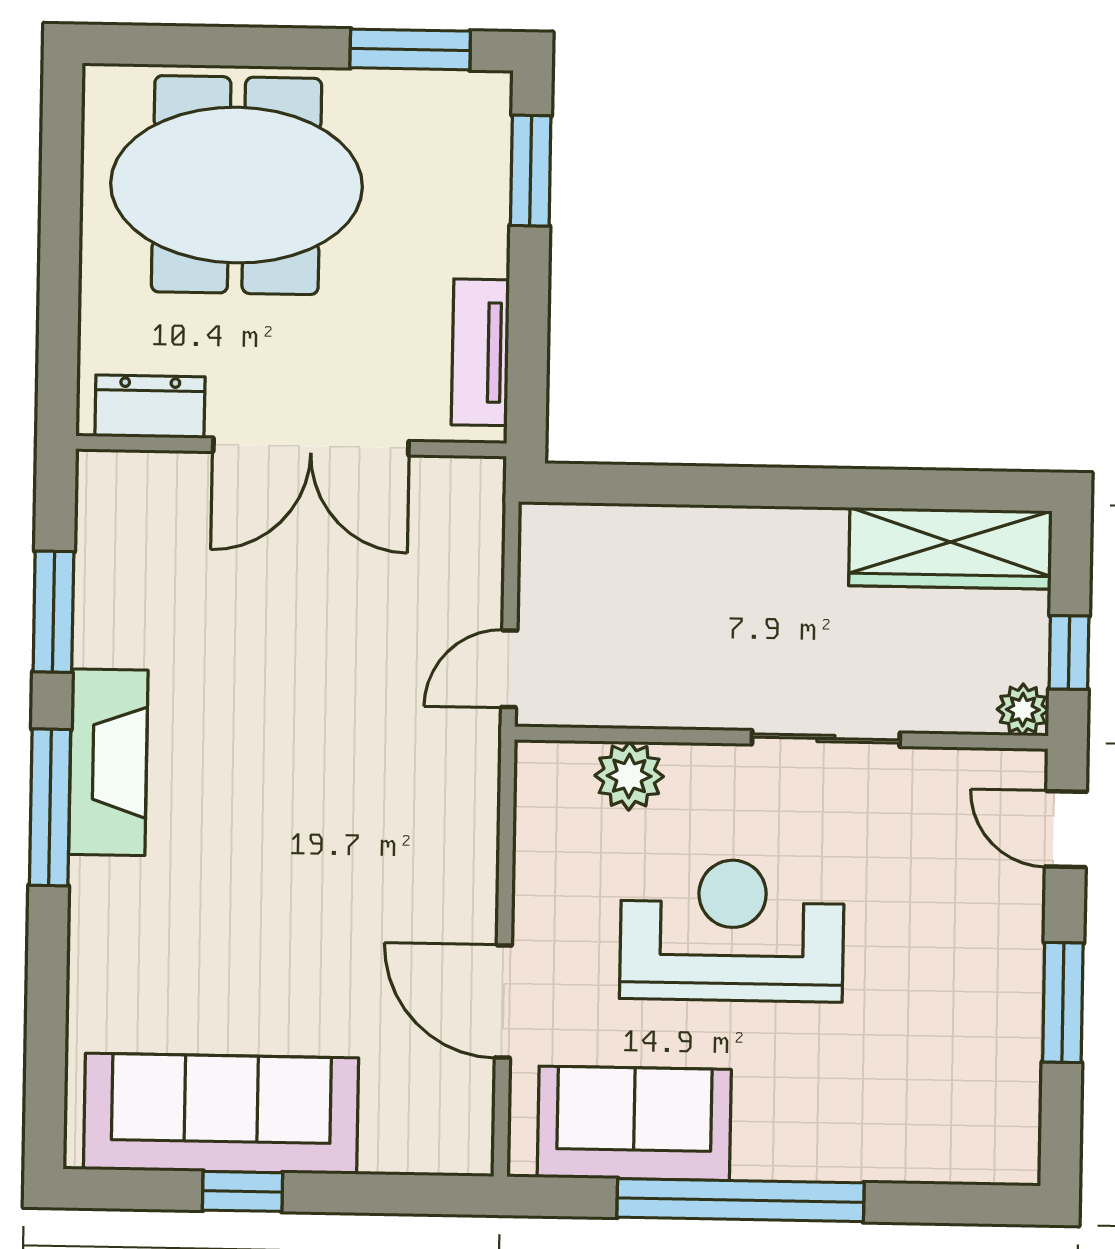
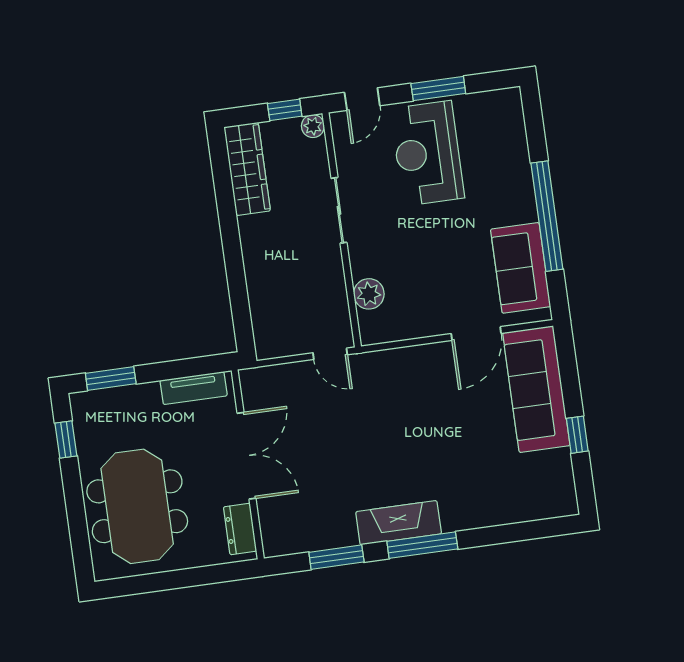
window: (410, 49) -> (66, 440), width x0.67
reception desk: (732, 930) -> (427, 153), moved
sofa: (221, 1114) -> (536, 389), moved

